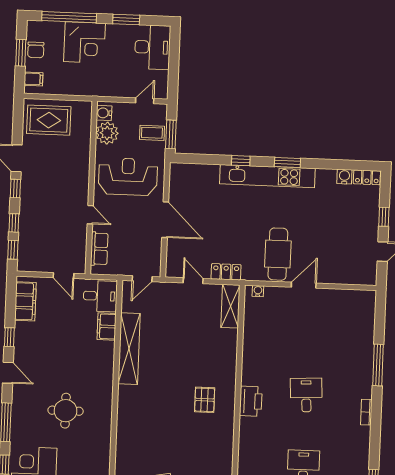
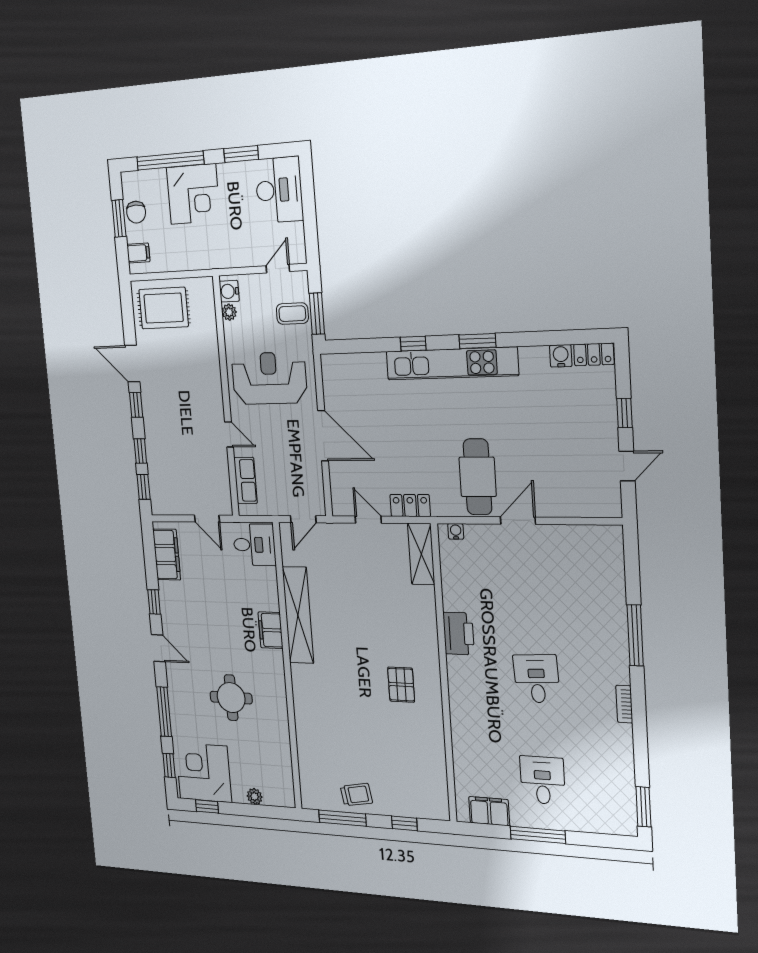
plant: (107, 133) -> (229, 312), width x0.53, depth x0.53
filing cabinet: (107, 326) -> (271, 630), moved
printer: (251, 401) -> (459, 634), moved

